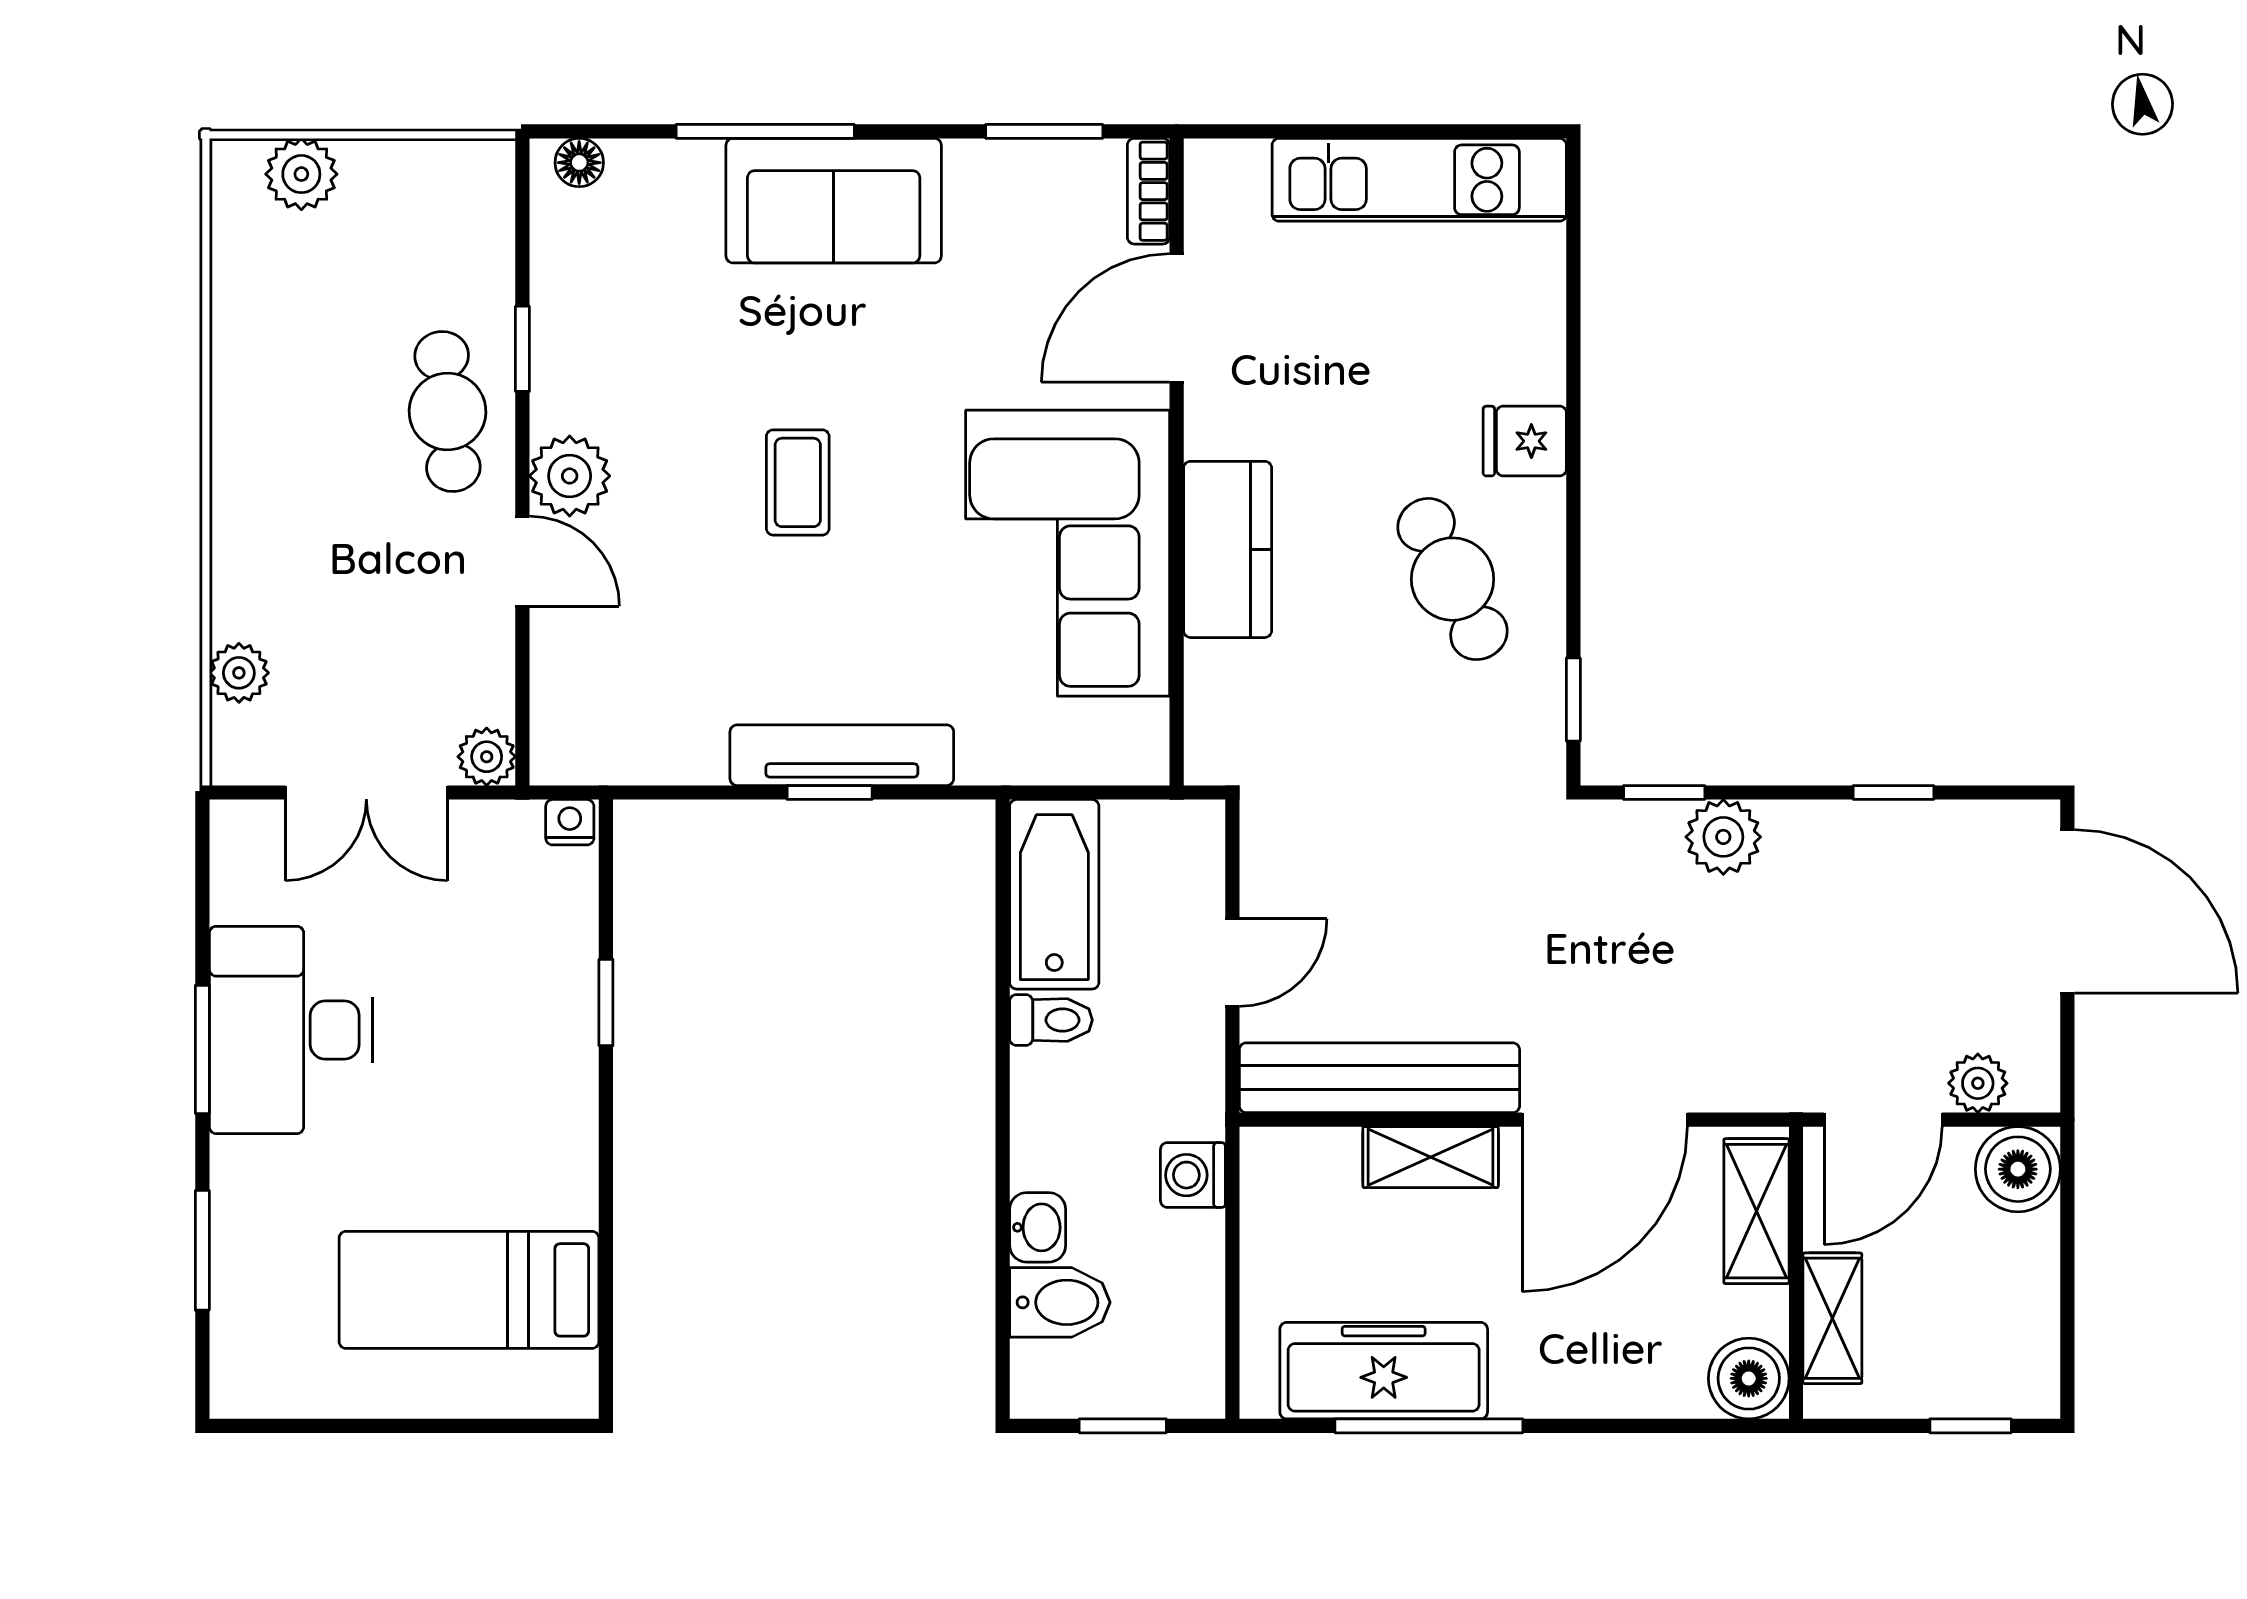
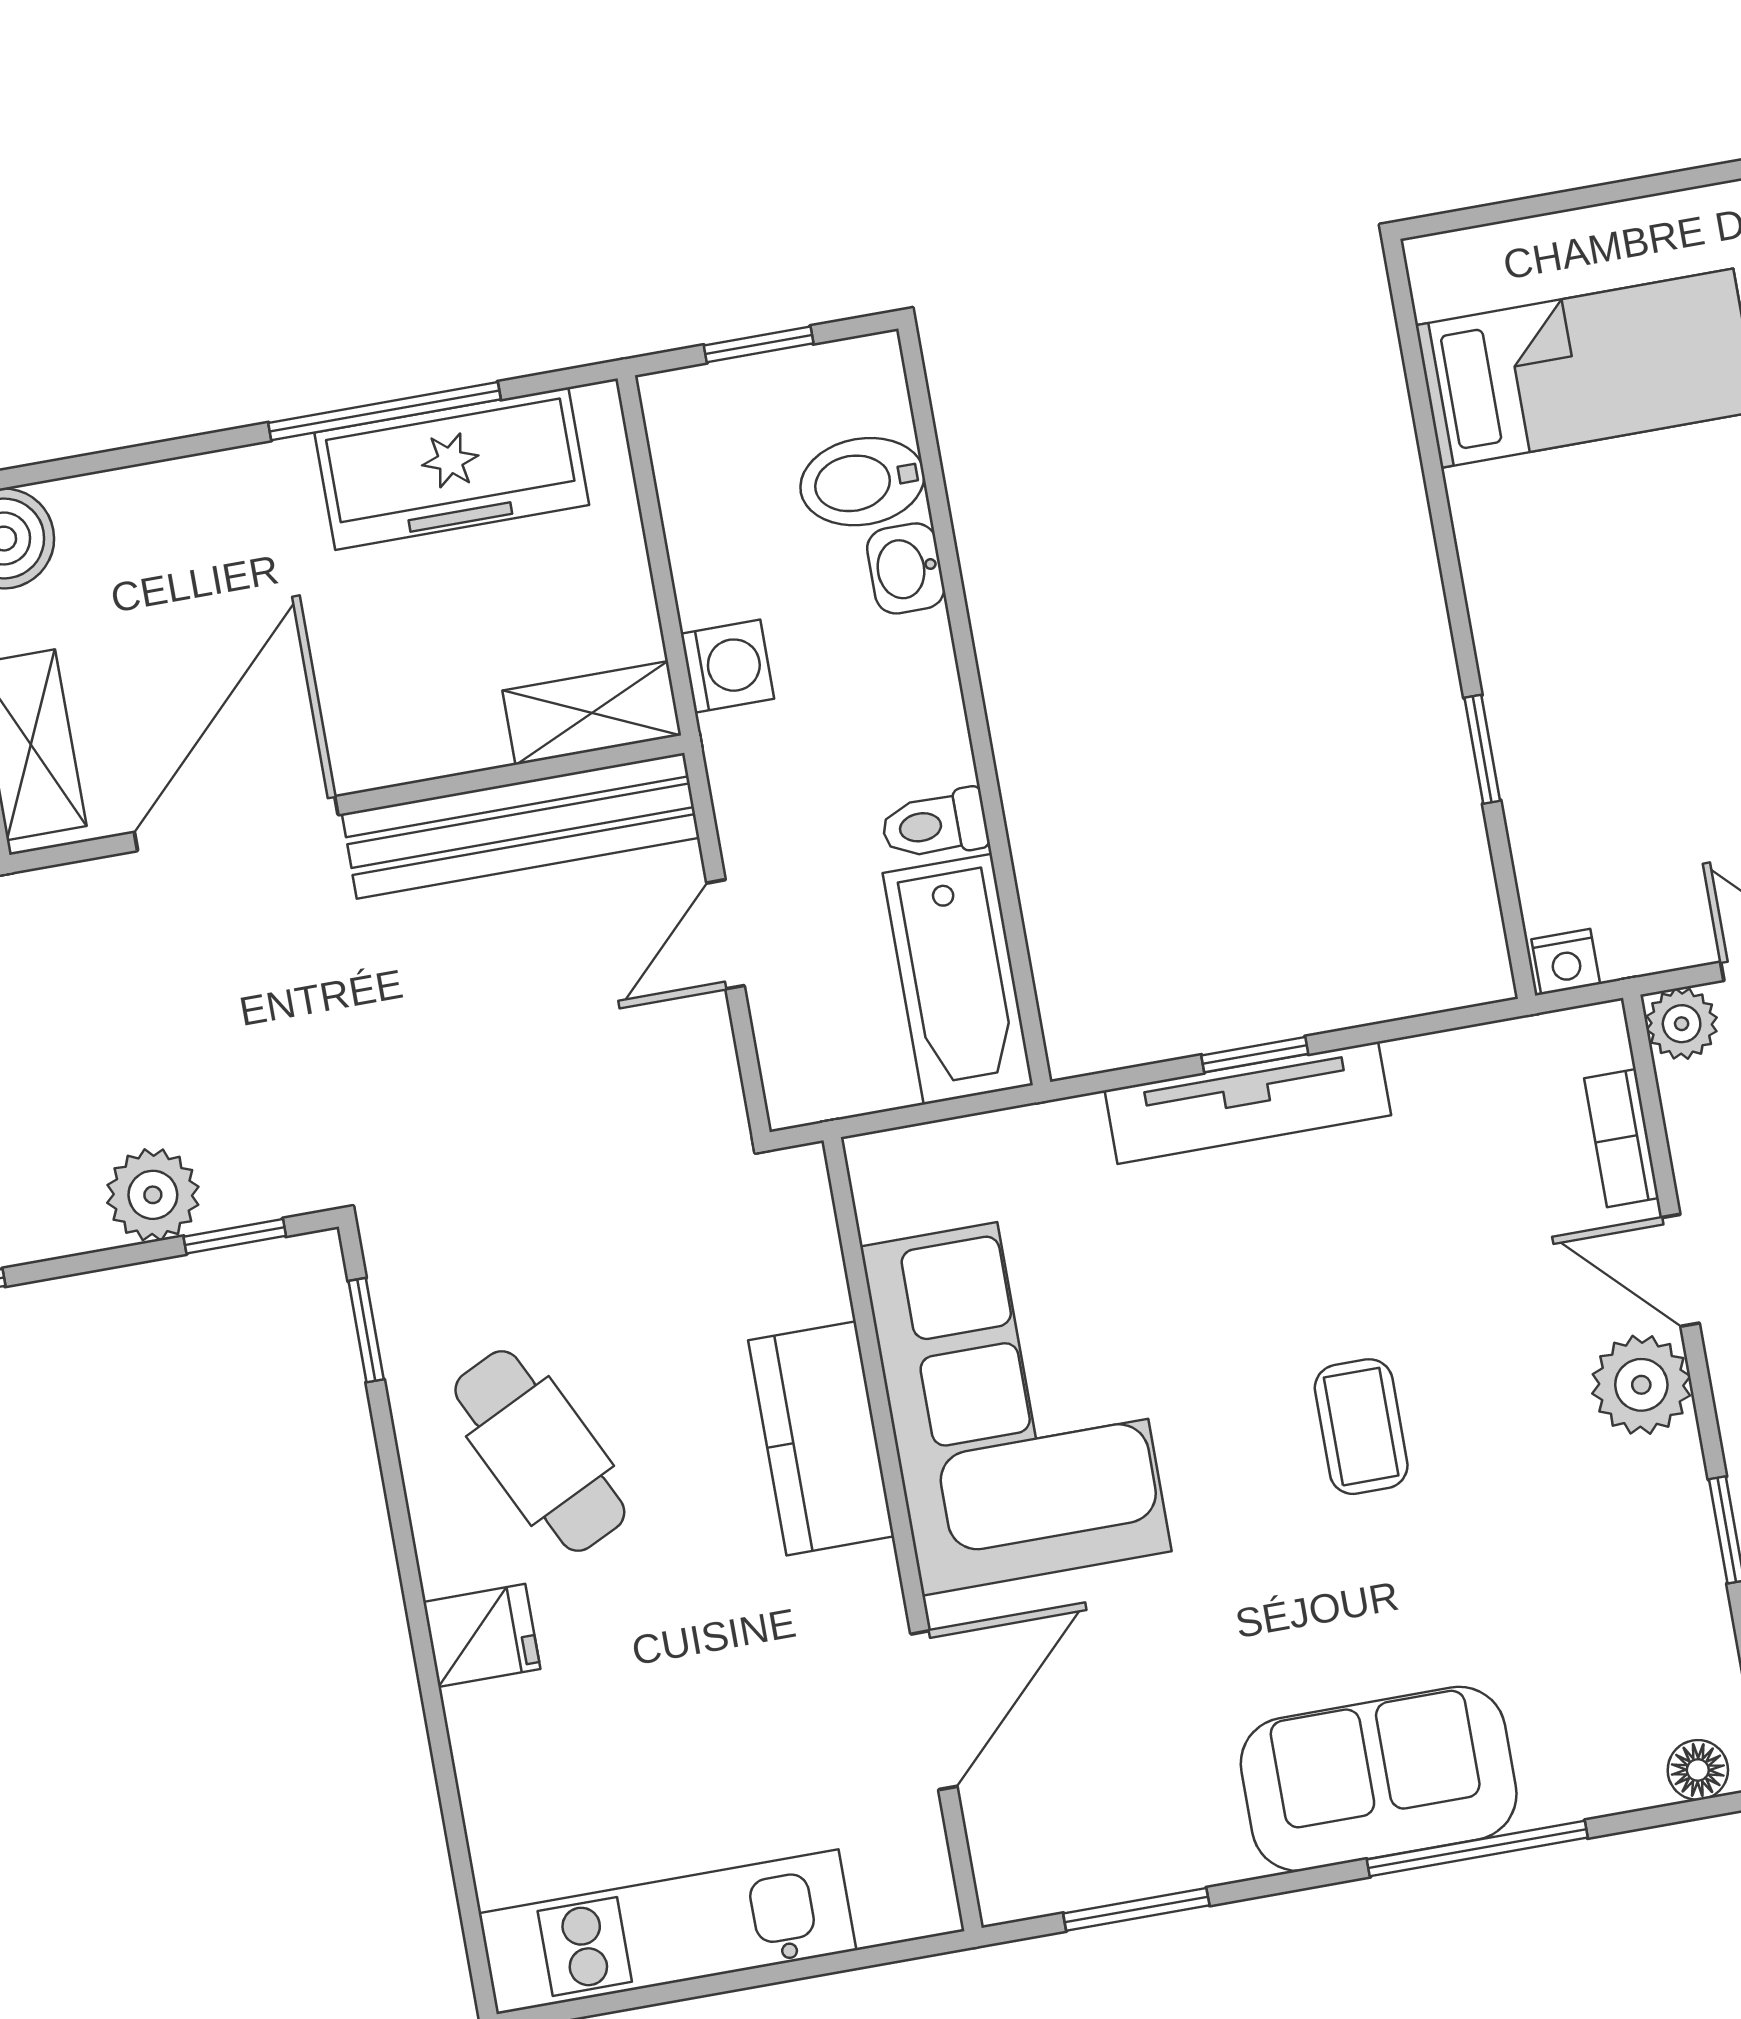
bookcase: (1149, 191) -> (1621, 1138), moved, turned 180
shelving: (1431, 1157) -> (592, 713), moved

